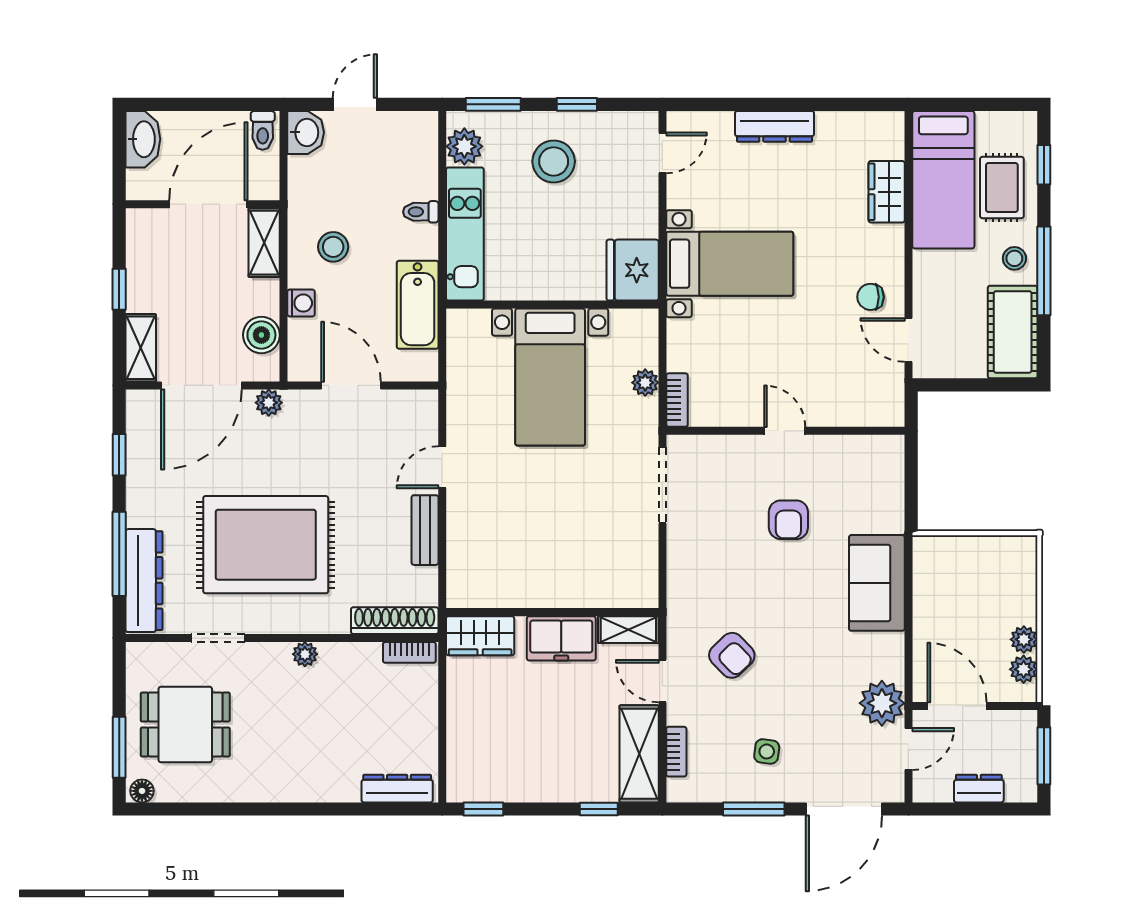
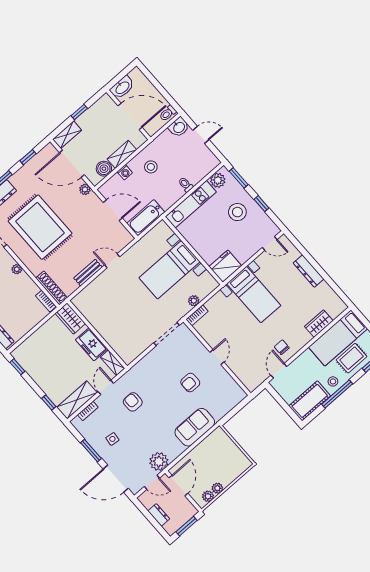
washbasin: (143, 139) -> (122, 87), moved
shelving: (264, 243) -> (122, 154), moved
bathtub: (418, 305) -> (146, 218), moved
door: (351, 385) -> (113, 210), hinge flipped
armchair: (732, 655) -> (133, 402), turned 134

